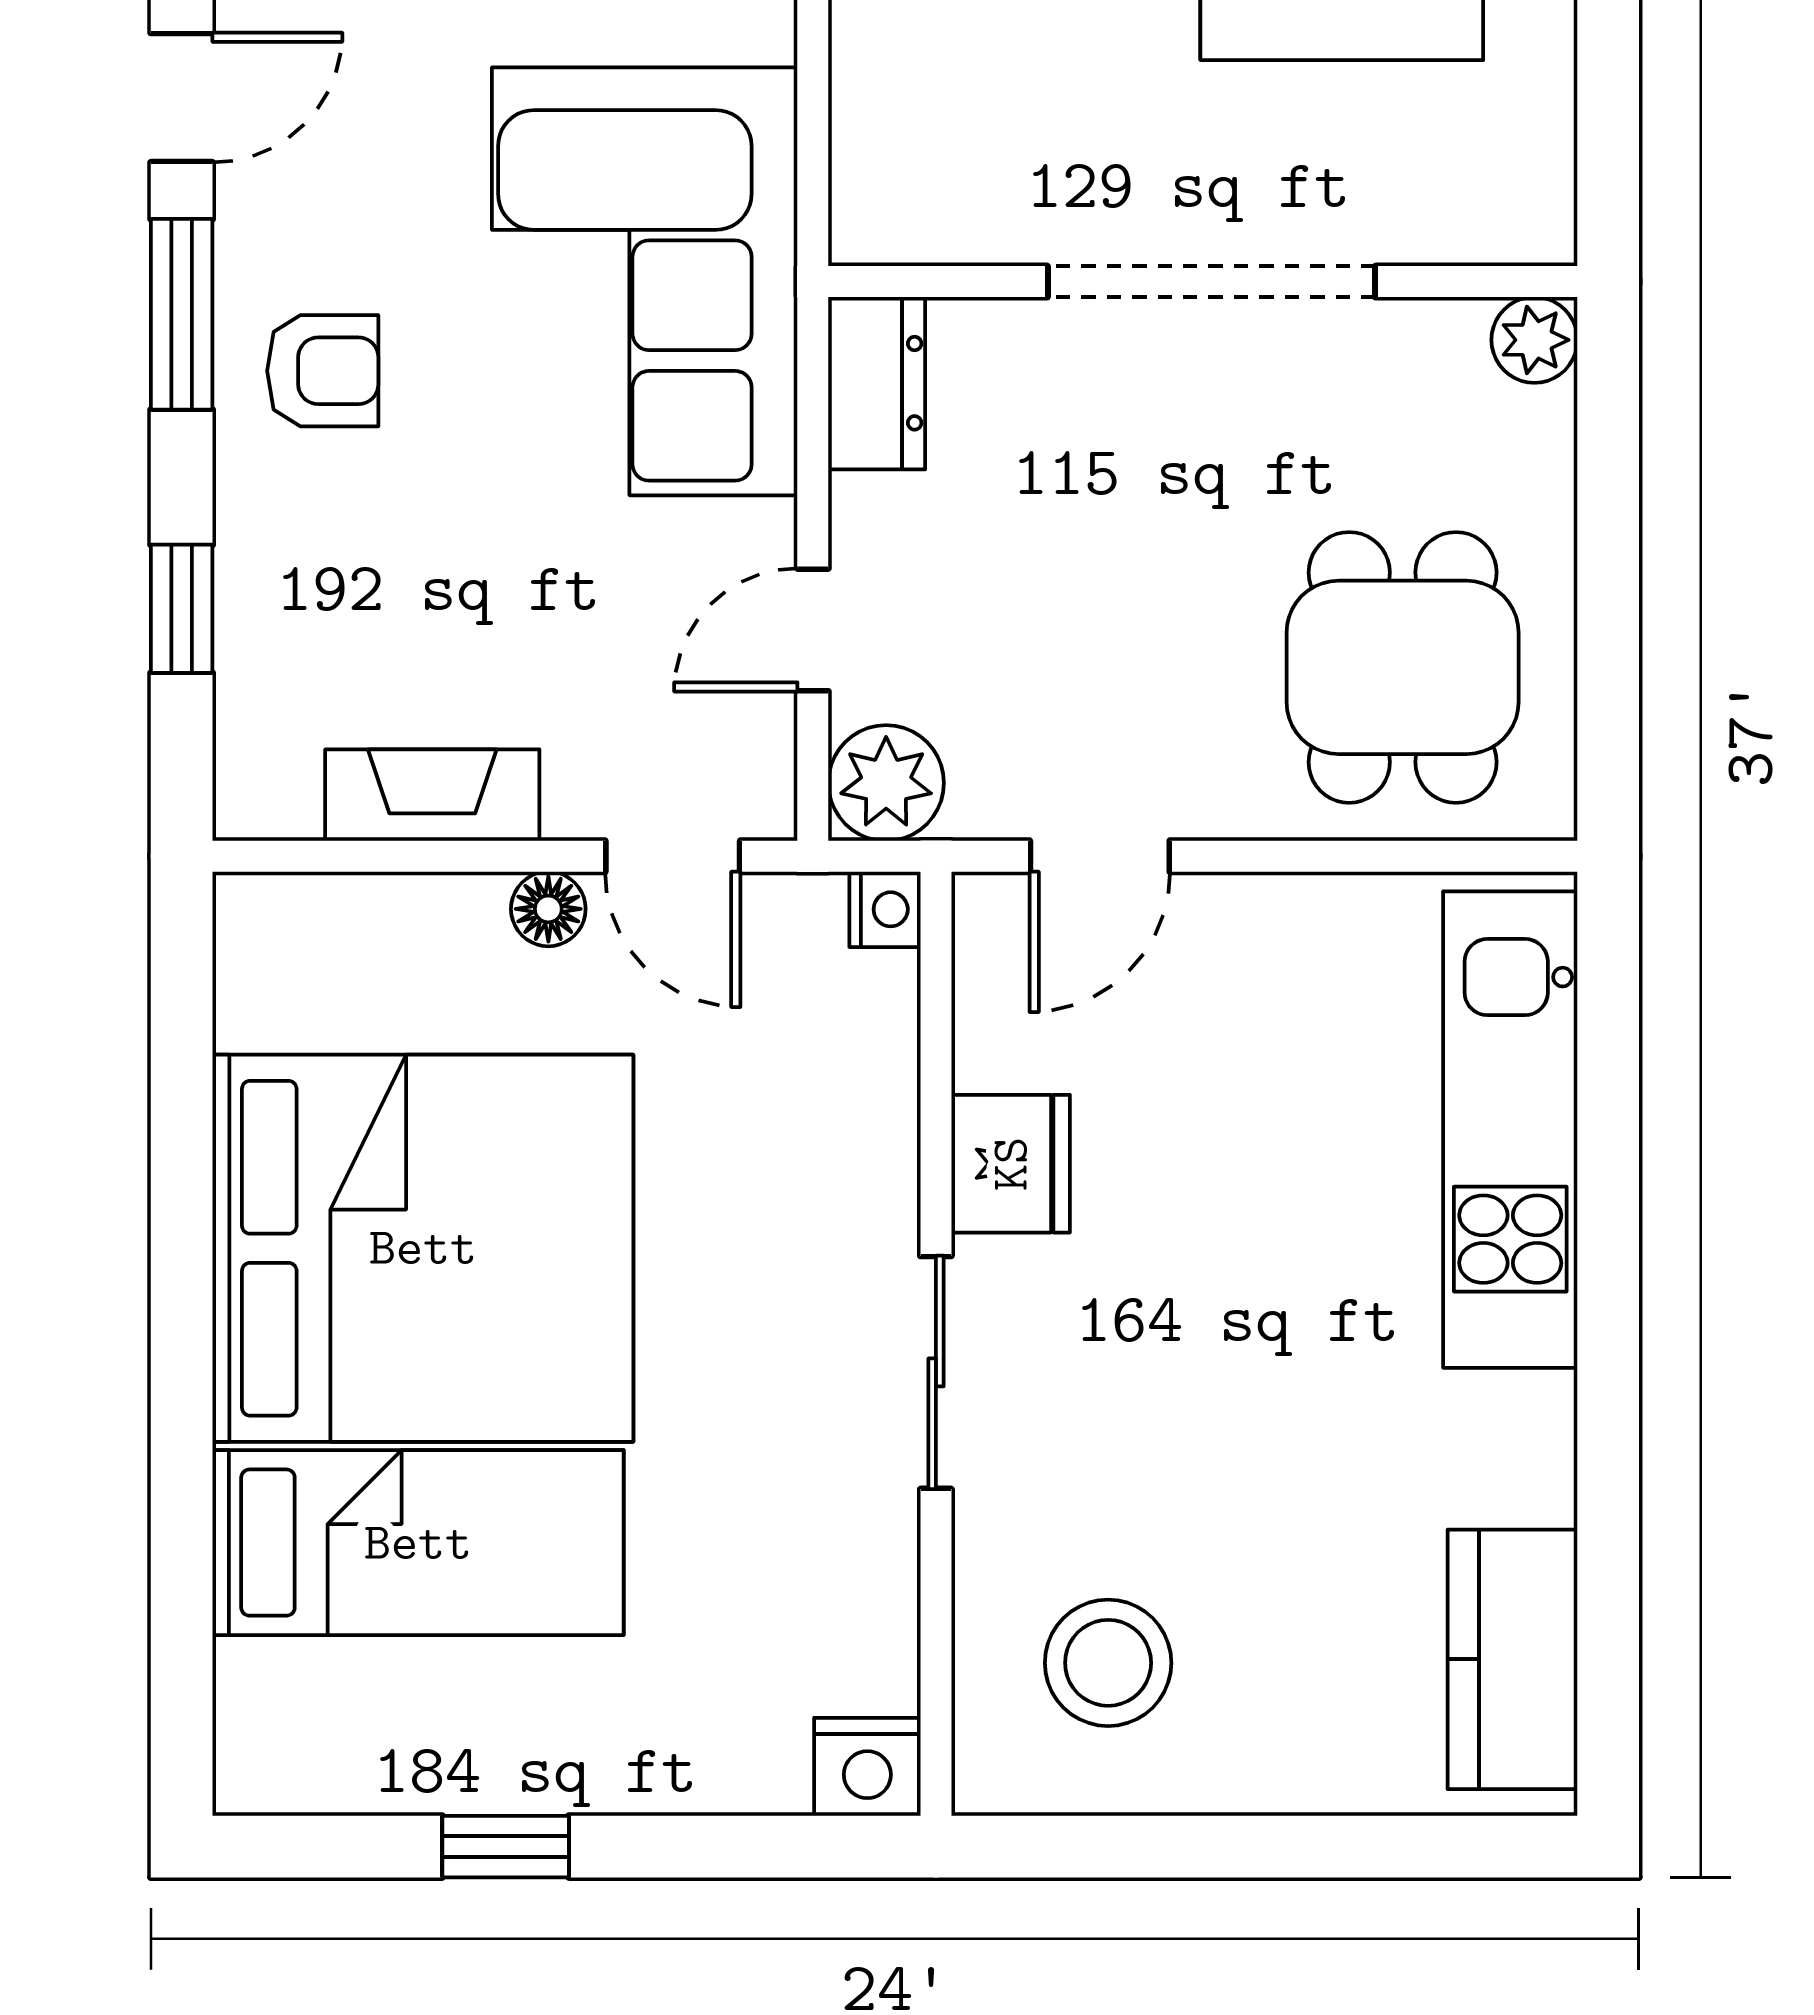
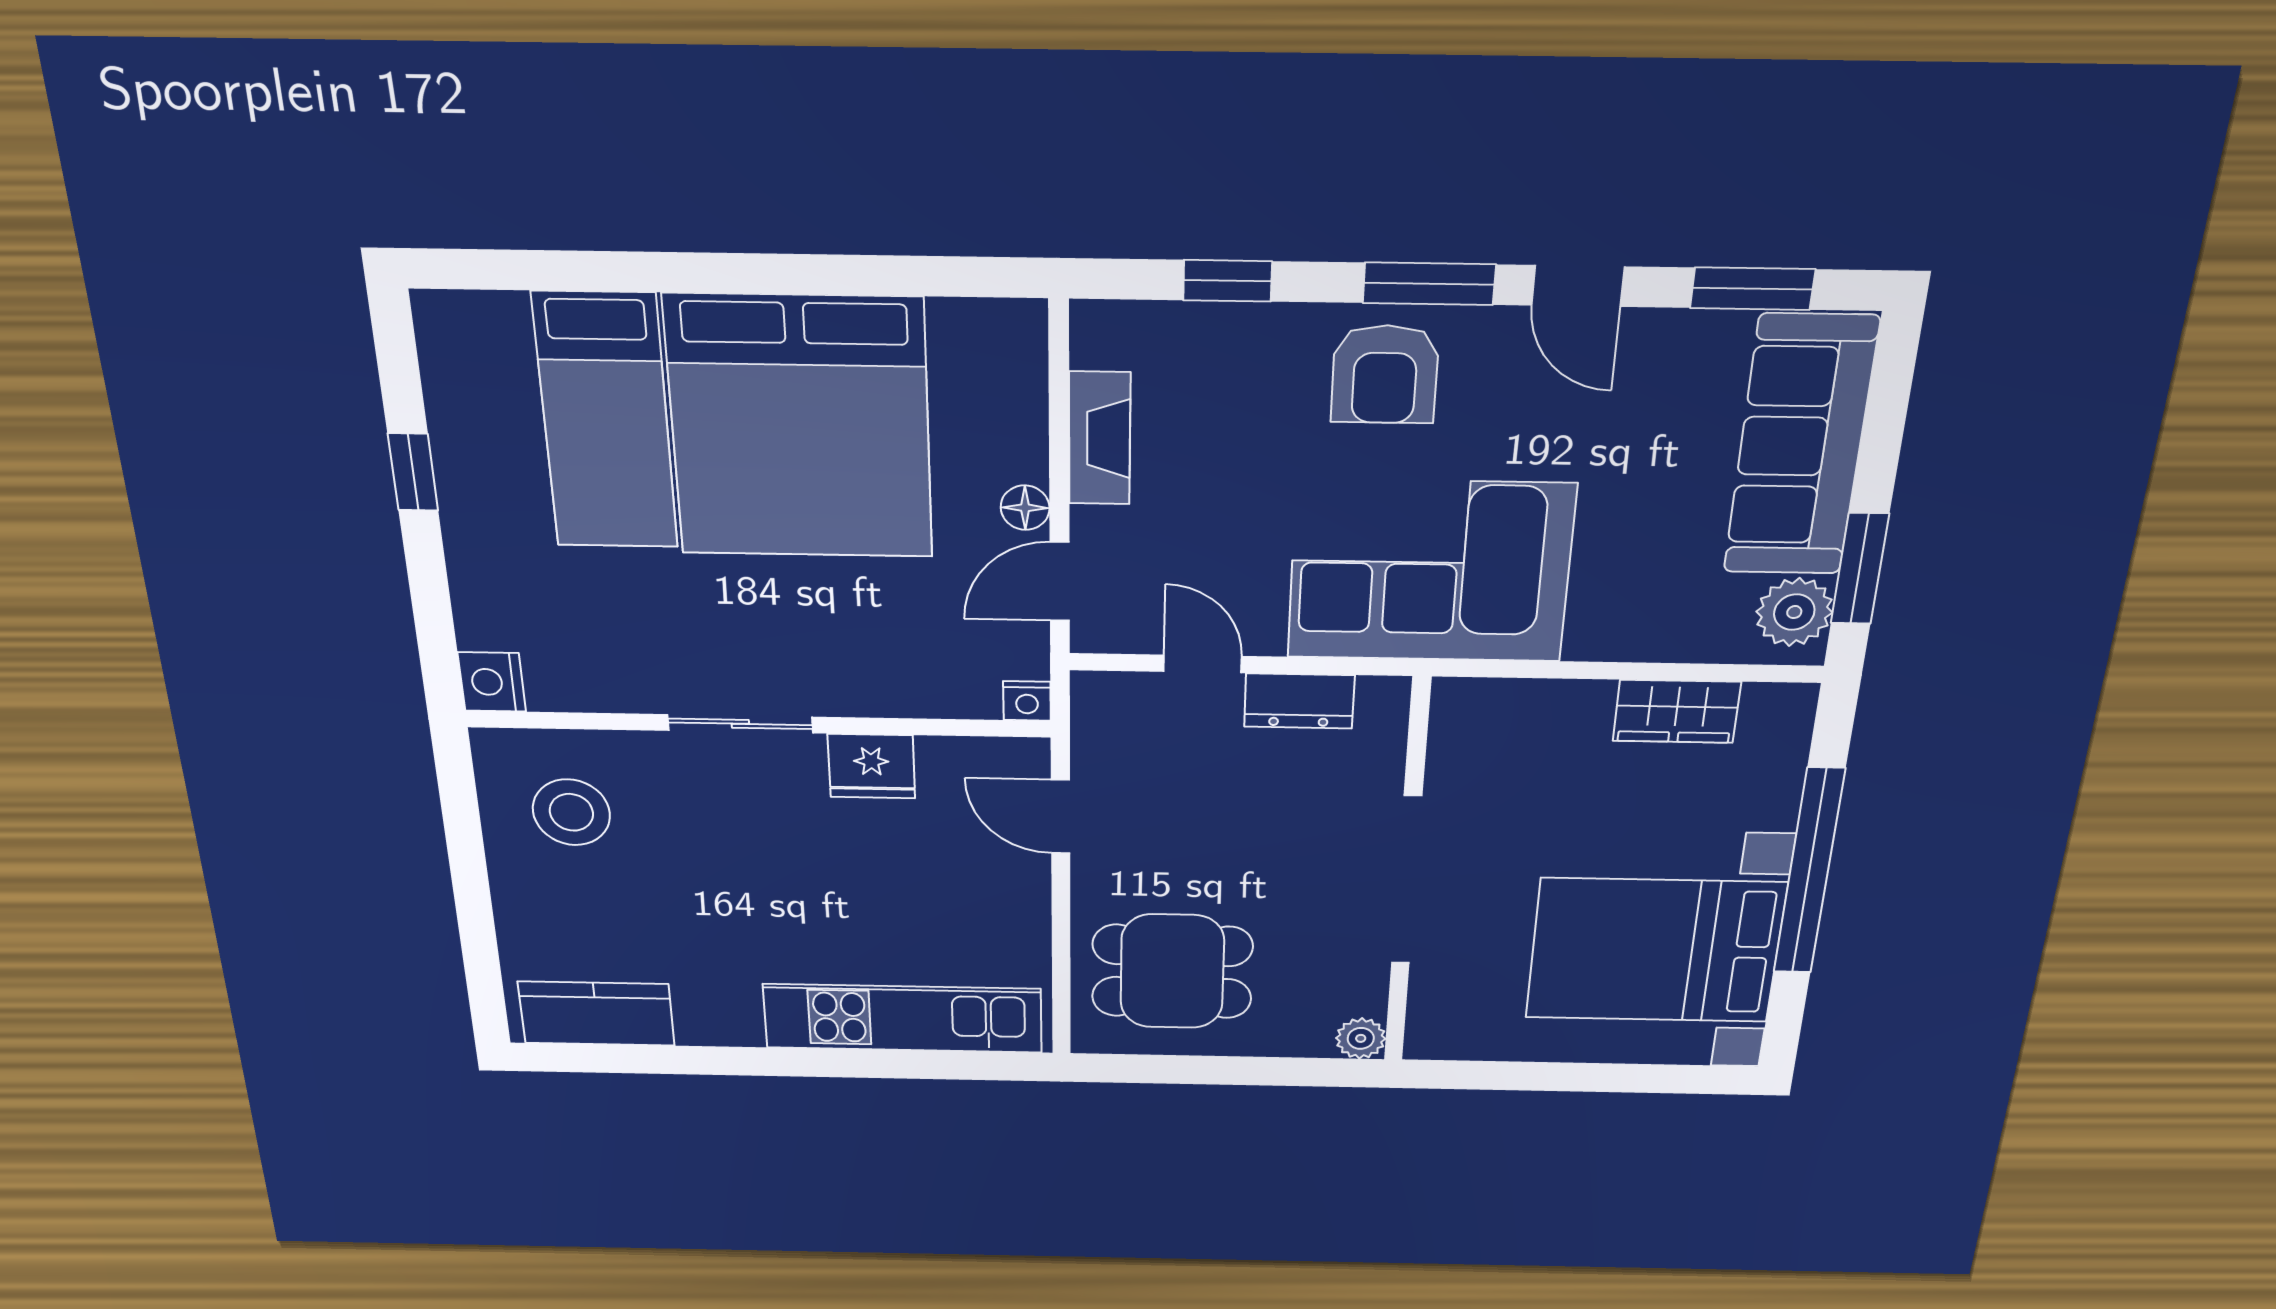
armchair: (323, 371) -> (1385, 374), width x1.38, depth x1.38
dresser: (877, 383) -> (1299, 701), moved
plant: (886, 783) -> (1106, 703), removed

